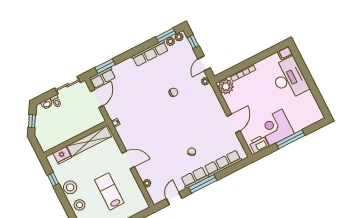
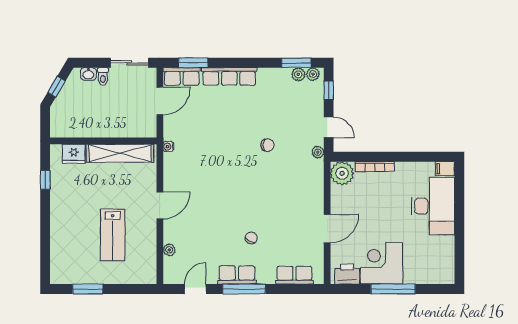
row of seats: (150, 53) -> (229, 76), moved
door: (204, 63) -> (329, 127), swing flipped
door: (128, 160) -> (160, 205), hinge flipped
row of seats: (223, 163) -> (294, 275), width x0.68
stool: (70, 187) -> (62, 202), removed
lab bench: (109, 191) -> (113, 235), turned 180
stool: (80, 205) -> (63, 233), removed

